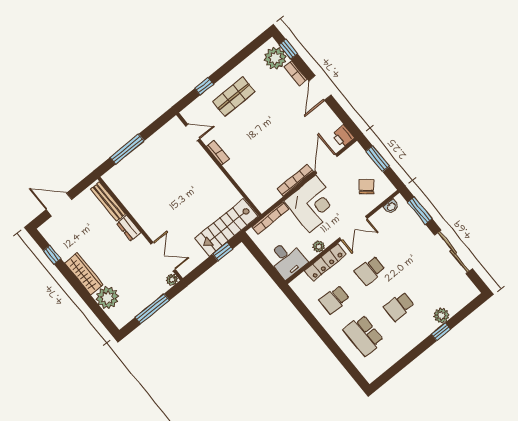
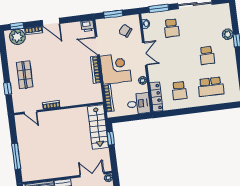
door: (193, 132) -> (30, 112), swing flipped
locker: (325, 263) -> (156, 97), moved
school desk: (370, 271) -> (172, 28), moved

